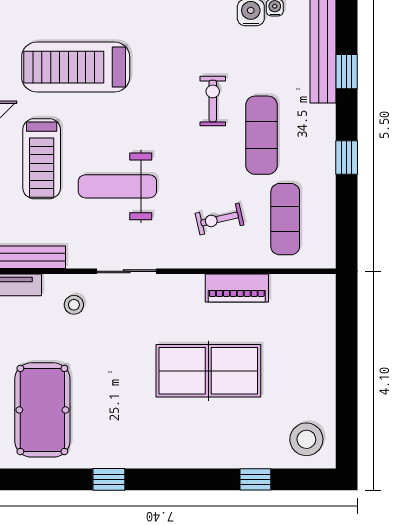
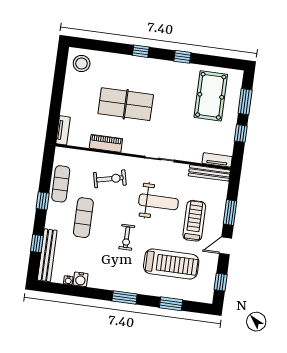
exercise bike: (213, 101) -> (127, 237), moved
exercise bike: (219, 219) -> (110, 179), width x1.38, depth x1.39
exercise mat: (285, 219) -> (61, 184), moved
tv unit: (325, 302) -> (63, 130), added
stool: (74, 305) -> (188, 146), removed
window: (255, 479) -> (141, 51), moved

